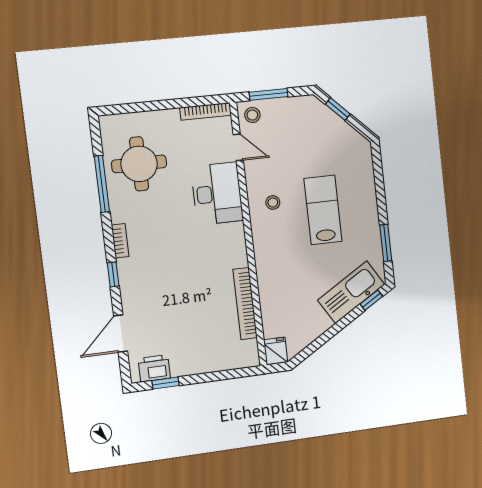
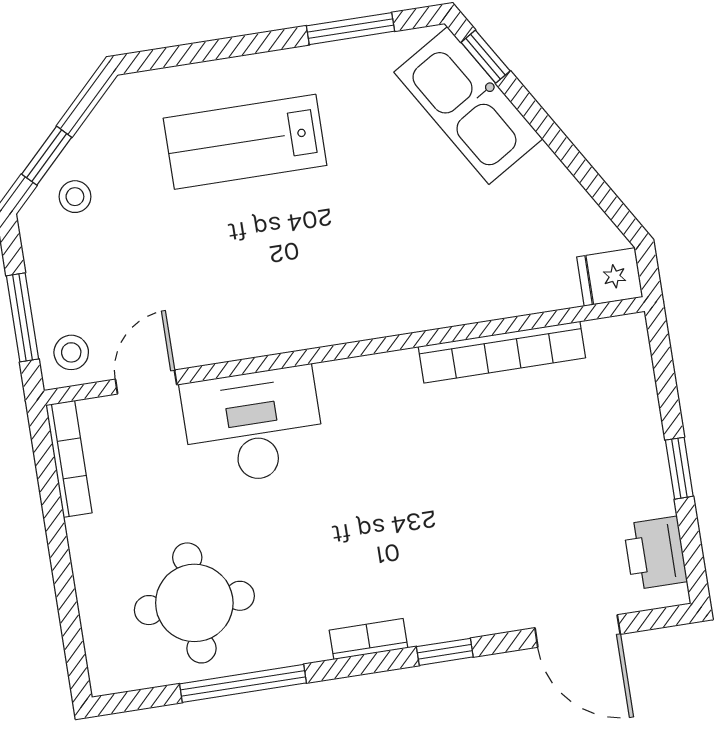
stool: (273, 202) -> (75, 197), moved
lab bench: (323, 210) -> (245, 142), moved
window: (165, 383) -> (679, 468), moved

